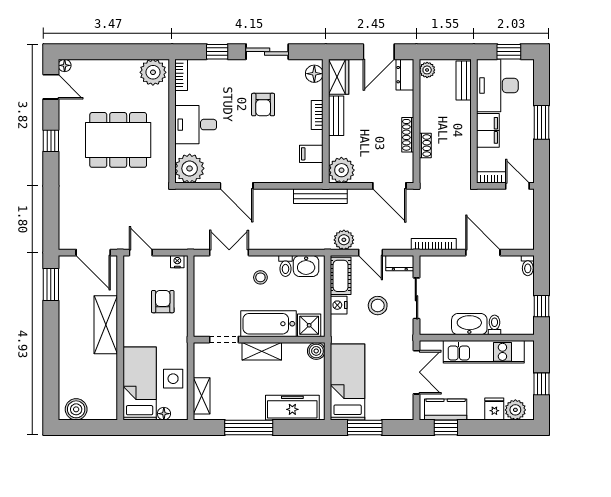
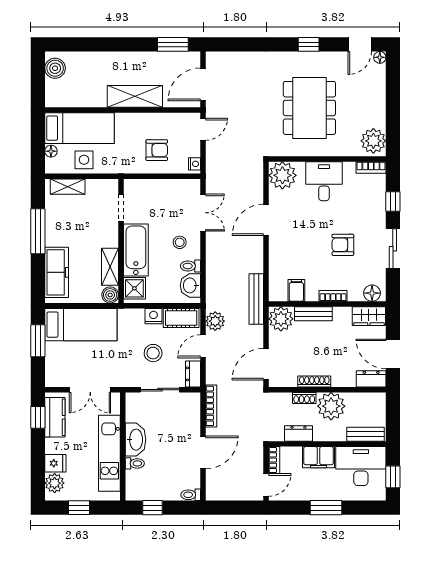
plant: (427, 70) -> (331, 406), moved, width x1.88, depth x1.88
bench: (336, 116) -> (313, 314), moved
dresser: (463, 152) -> (298, 433), added
shelving: (262, 351) -> (110, 267), moved

